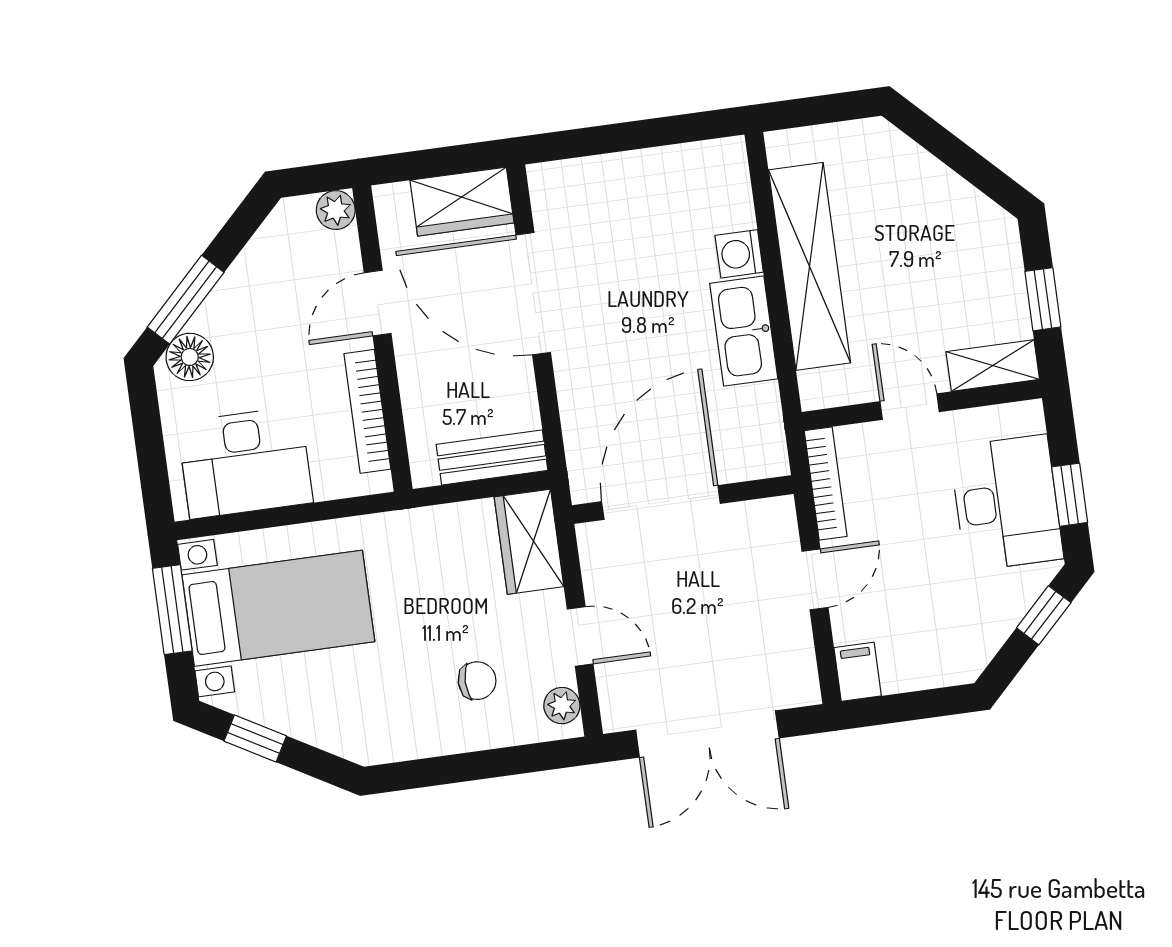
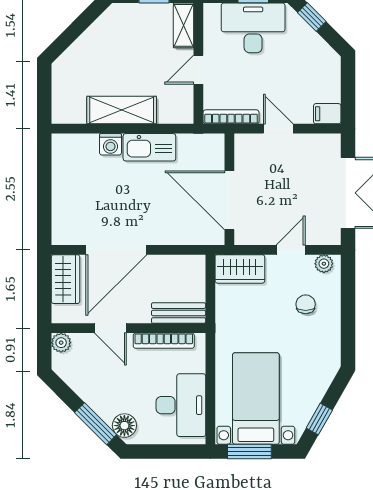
shelving: (809, 266) -> (122, 110), width x0.68
bench: (492, 457) -> (179, 313), moved, turned 90

